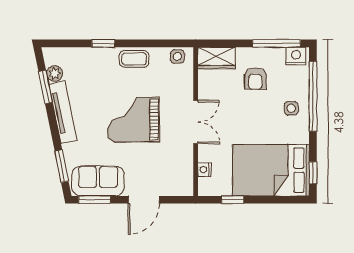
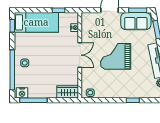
coffee table: (134, 59) -> (115, 91), removed
armchair: (255, 79) -> (45, 80), removed
grand piano: (133, 120) -> (116, 56), turned 180
double door: (196, 122) -> (80, 55), swing flipped
bed: (271, 170) -> (36, 22), width x0.67

